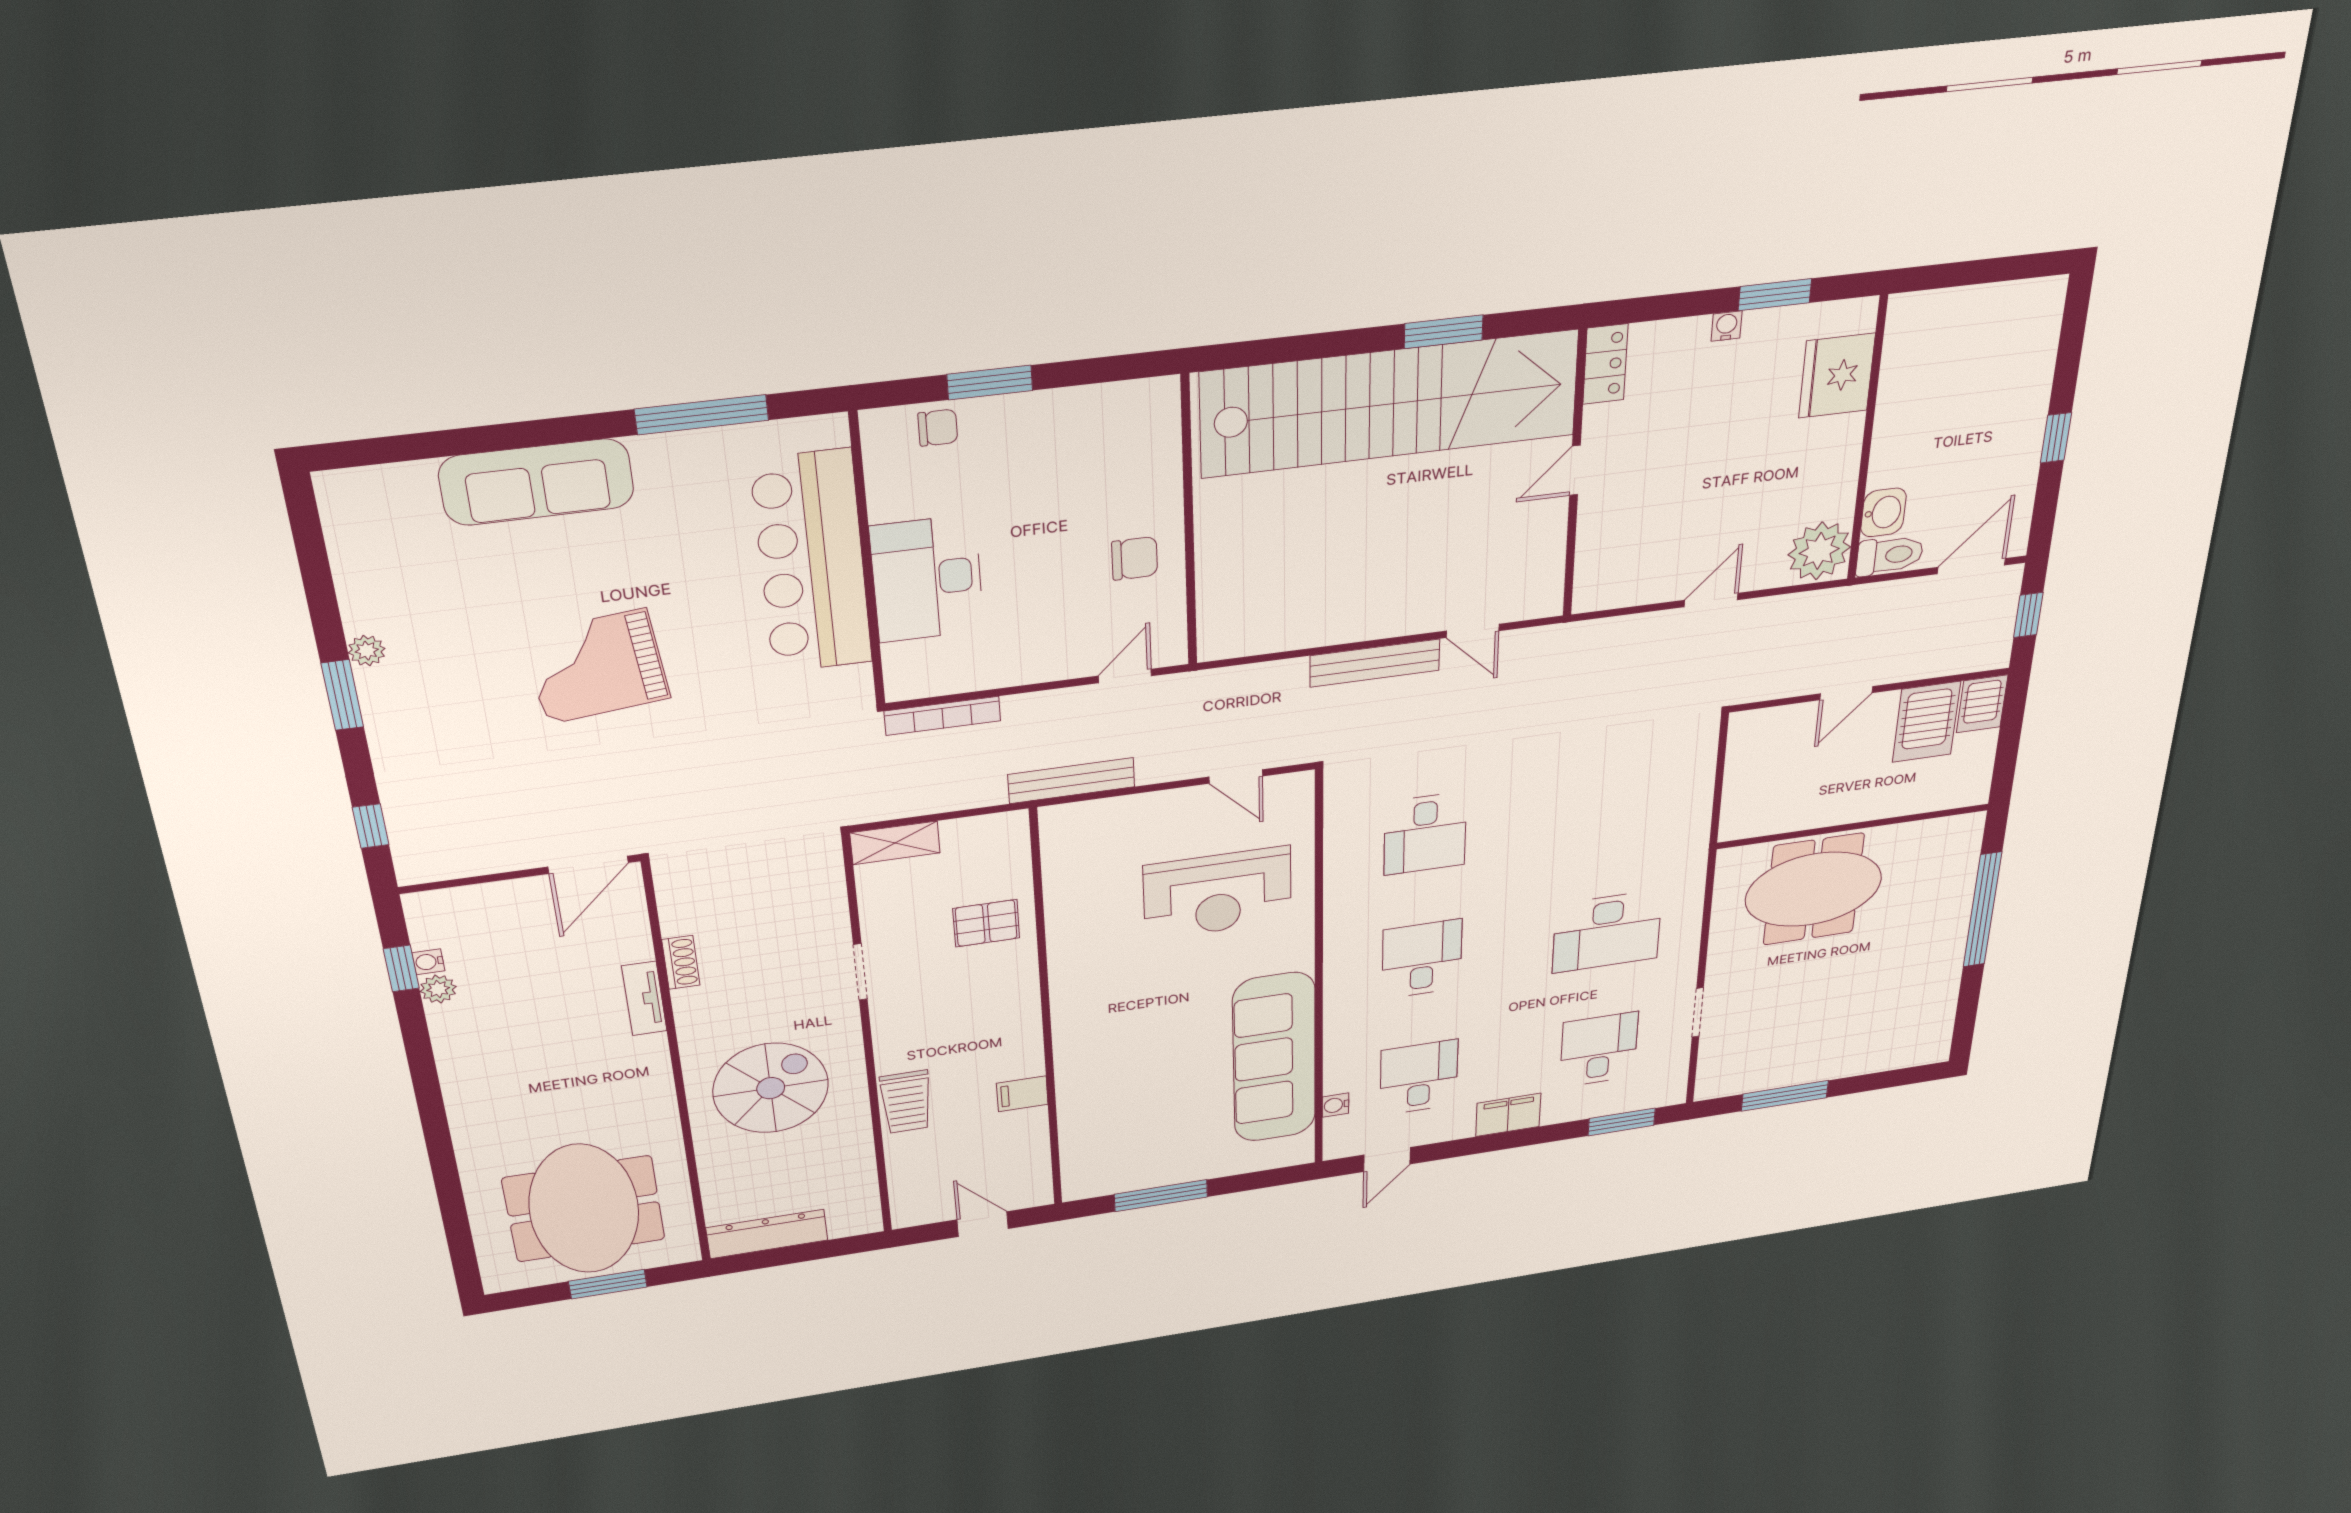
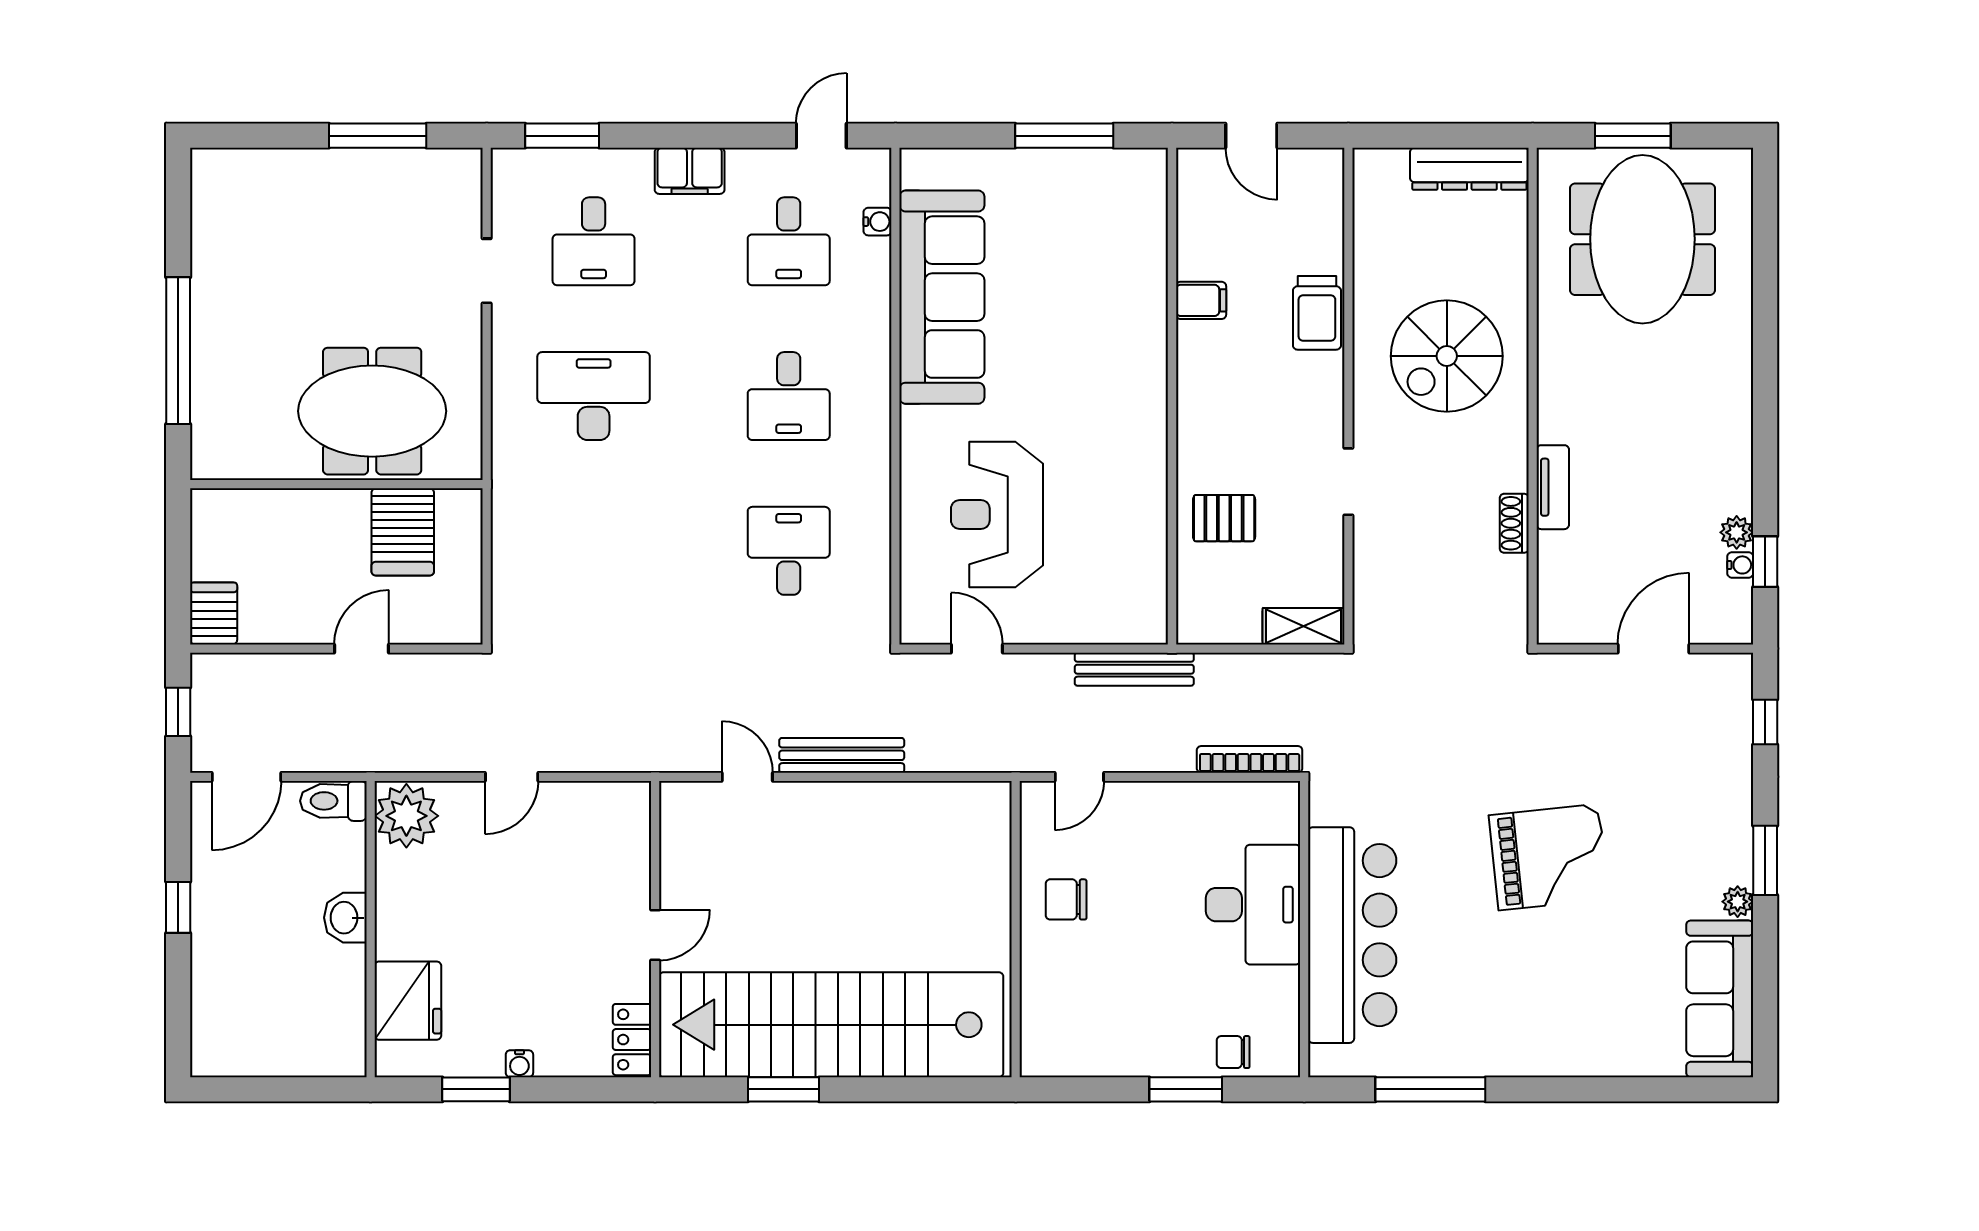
sofa: (537, 482) -> (1720, 999), moved, turned -90
washbasin: (1883, 512) -> (345, 918), moved
server rack: (1926, 722) -> (403, 532), moved, turned 180
door: (588, 865) -> (1654, 649), moved
reception desk: (1218, 893) -> (997, 514), turned -90
trolley: (906, 1102) -> (1317, 313), turned 180

